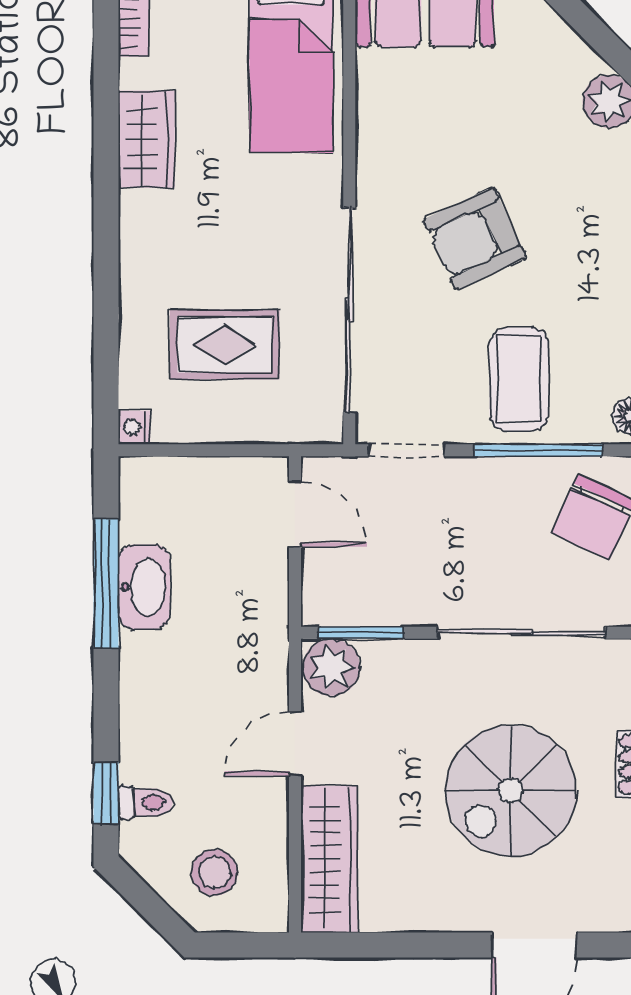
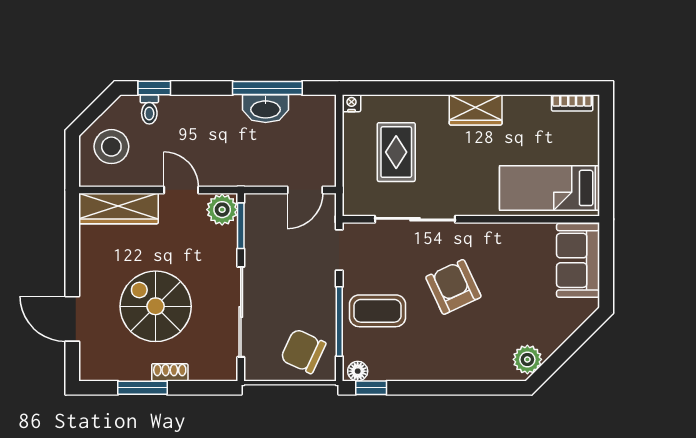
wardrobe: (146, 139) -> (476, 110), moved
sliding door: (349, 310) -> (415, 219), width x0.73
stool: (214, 873) -> (111, 147), width x1.38, depth x1.38

